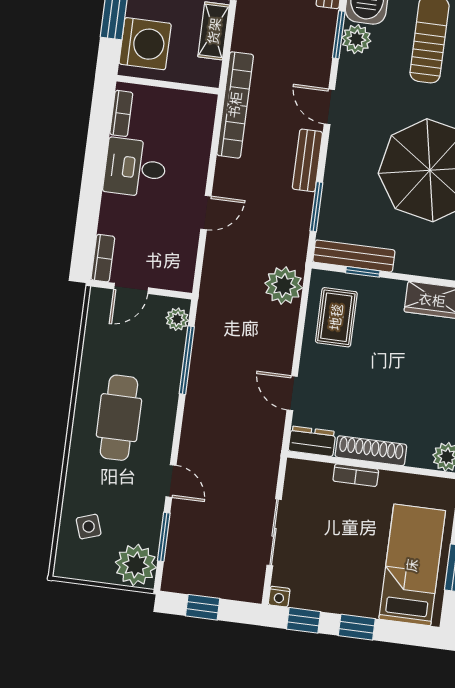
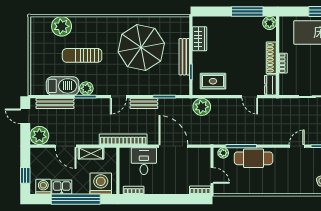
desk: (135, 168) -> (144, 161), moved, turned 180
door: (206, 213) -> (173, 146), width x1.87
bench: (354, 256) -> (184, 57), moved
door: (292, 393) -> (250, 97), hinge flipped
cafe table: (119, 418) -> (253, 158), moved

